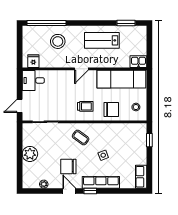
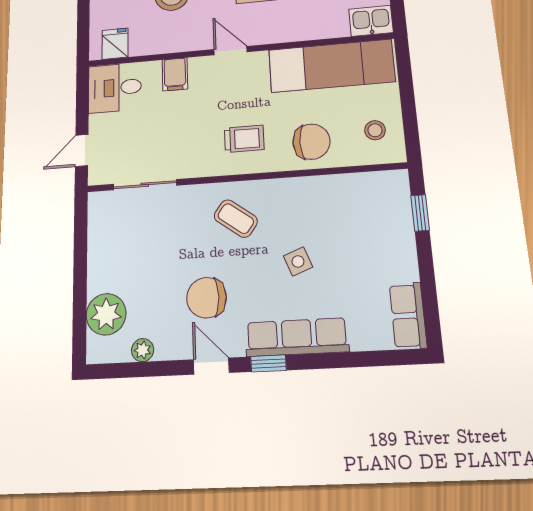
door: (81, 69) -> (230, 51), swing flipped
filing cabinet: (58, 77) -> (175, 74), added
plant: (30, 154) -> (106, 314), moved

